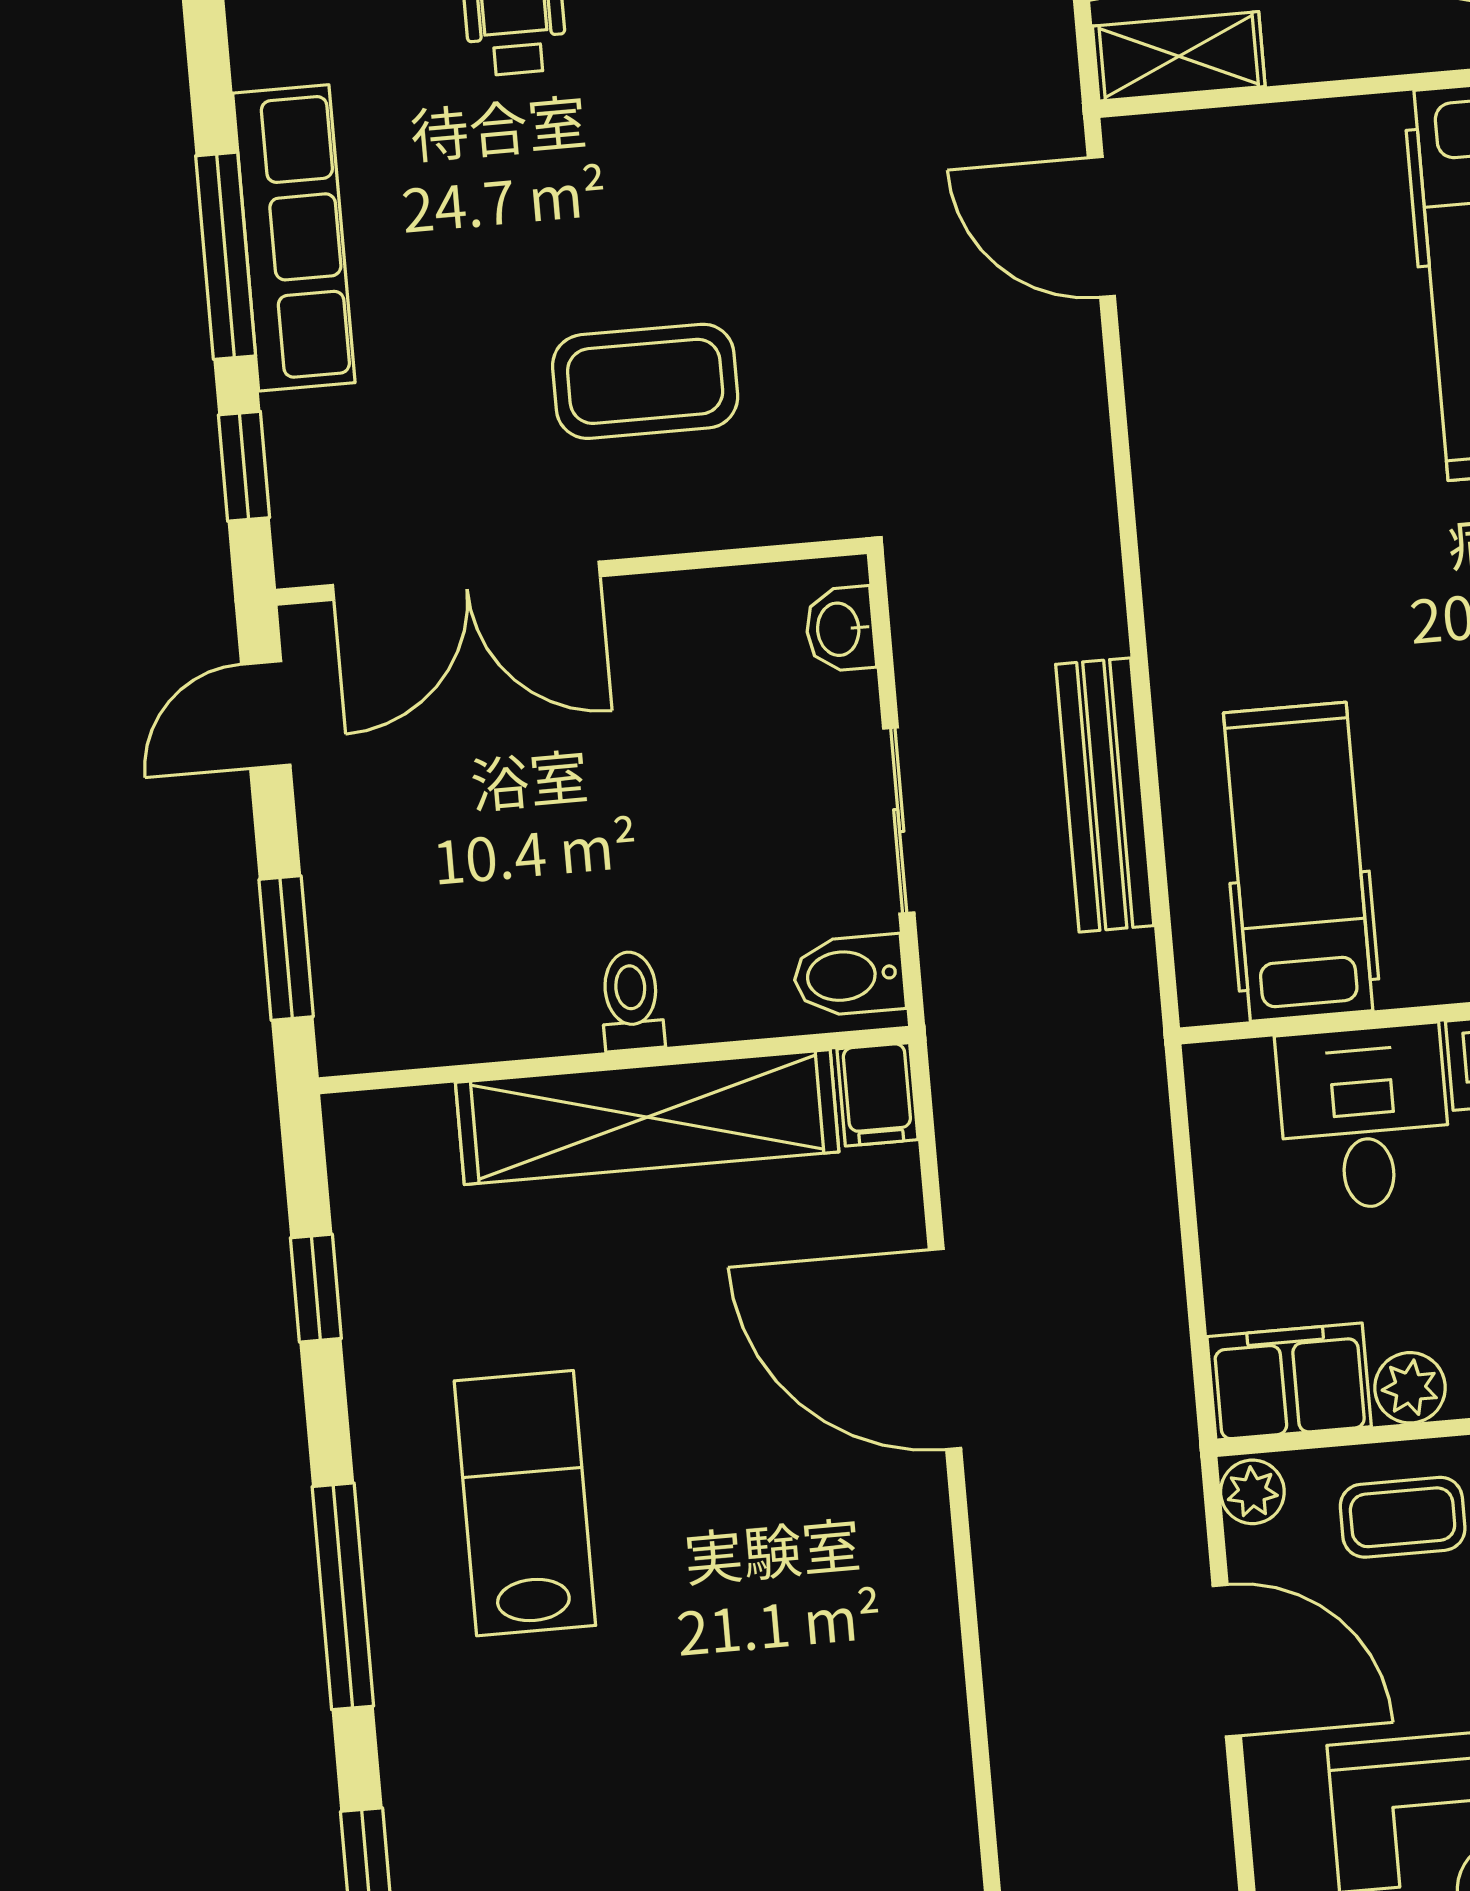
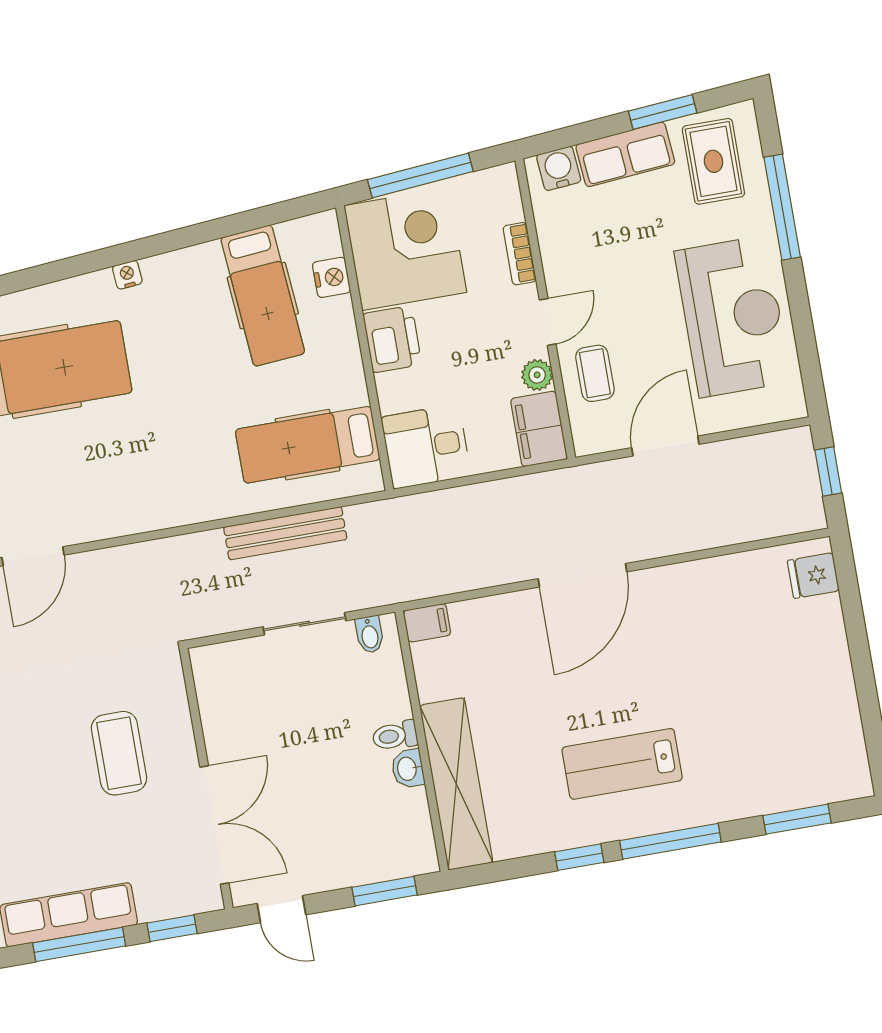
washbasin: (840, 629) -> (408, 769), moved, turned 90
bidet: (849, 975) -> (370, 634), width x0.72, depth x0.74
shelving: (647, 1117) -> (456, 784), moved
desk: (1364, 1118) -> (426, 447), moved
window: (316, 1288) -> (579, 857), moved
door: (945, 1349) -> (582, 575), moved
plant: (1252, 1492) -> (589, 441), removed

